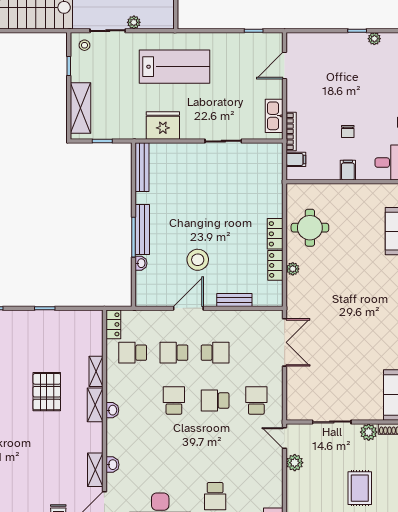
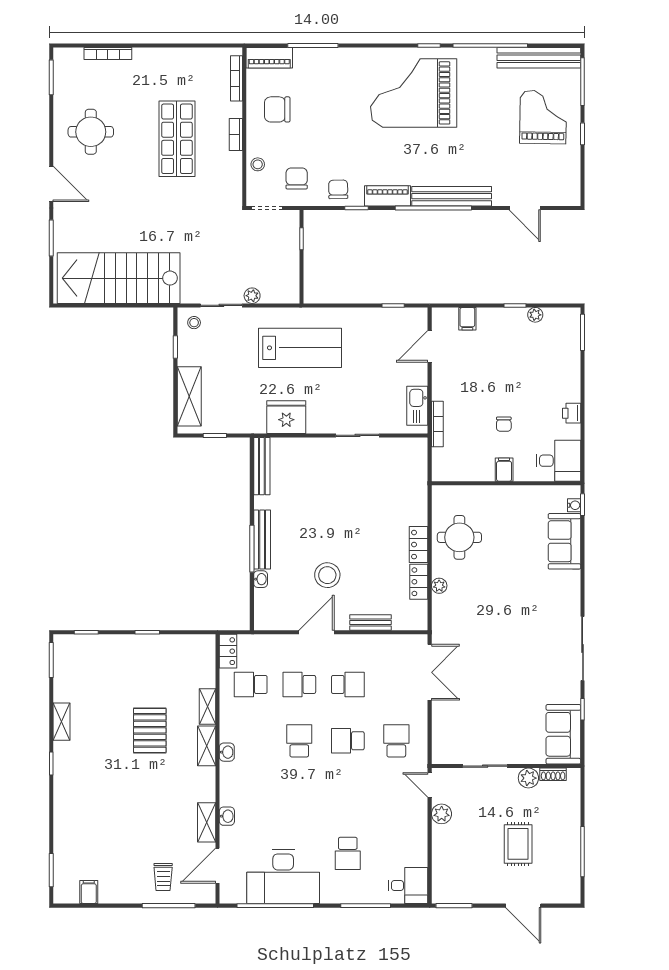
filing cabinet: (296, 159) -> (467, 319), moved, turned 90

